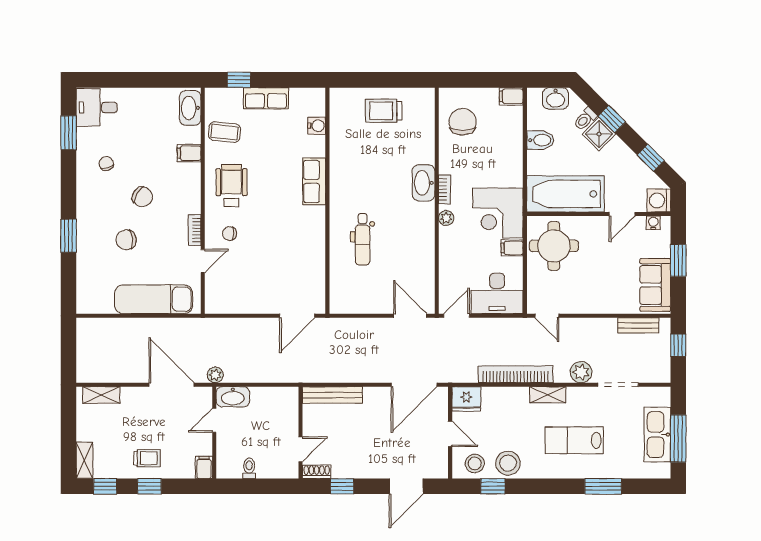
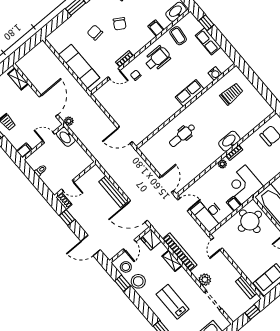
trolley: (384, 111) -> (232, 94), moved, turned 90
bench: (332, 395) -> (113, 192), moved
shelving: (548, 395) -> (172, 261), moved

